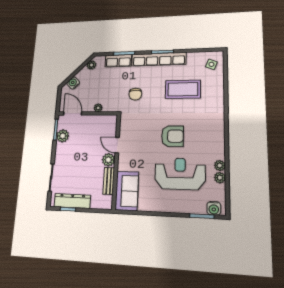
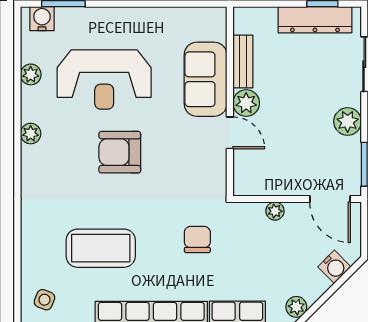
plant: (63, 136) -> (348, 121), moved
plant: (220, 165) -> (31, 134), moved
sofa: (127, 191) -> (206, 79), moved

